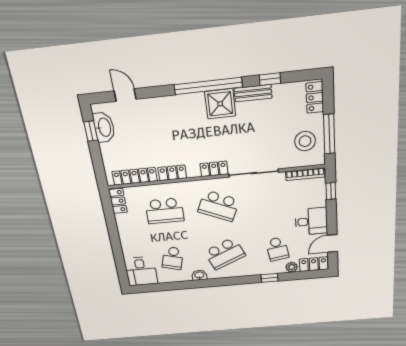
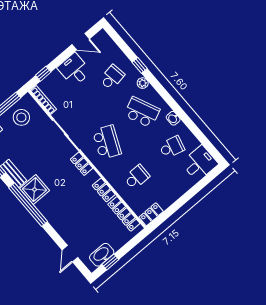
school desk: (165, 211) -> (137, 177), width x0.54
locker: (314, 264) -> (106, 42), removed
plant: (292, 267) -> (143, 83), moved

